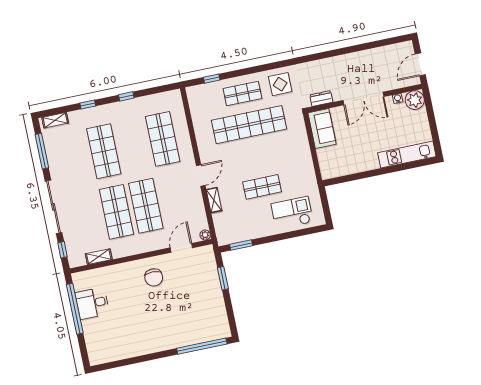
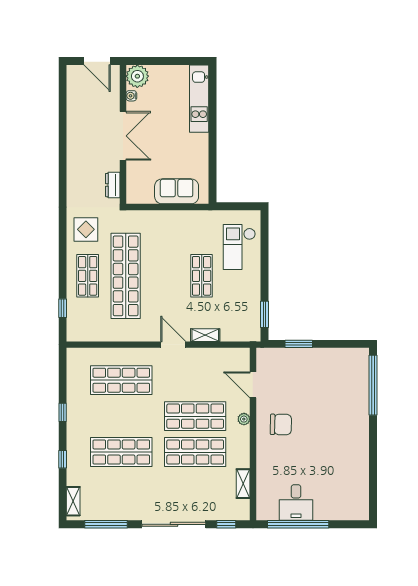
sofa: (322, 128) -> (177, 191), moved
plant: (205, 235) -> (244, 419), moved

